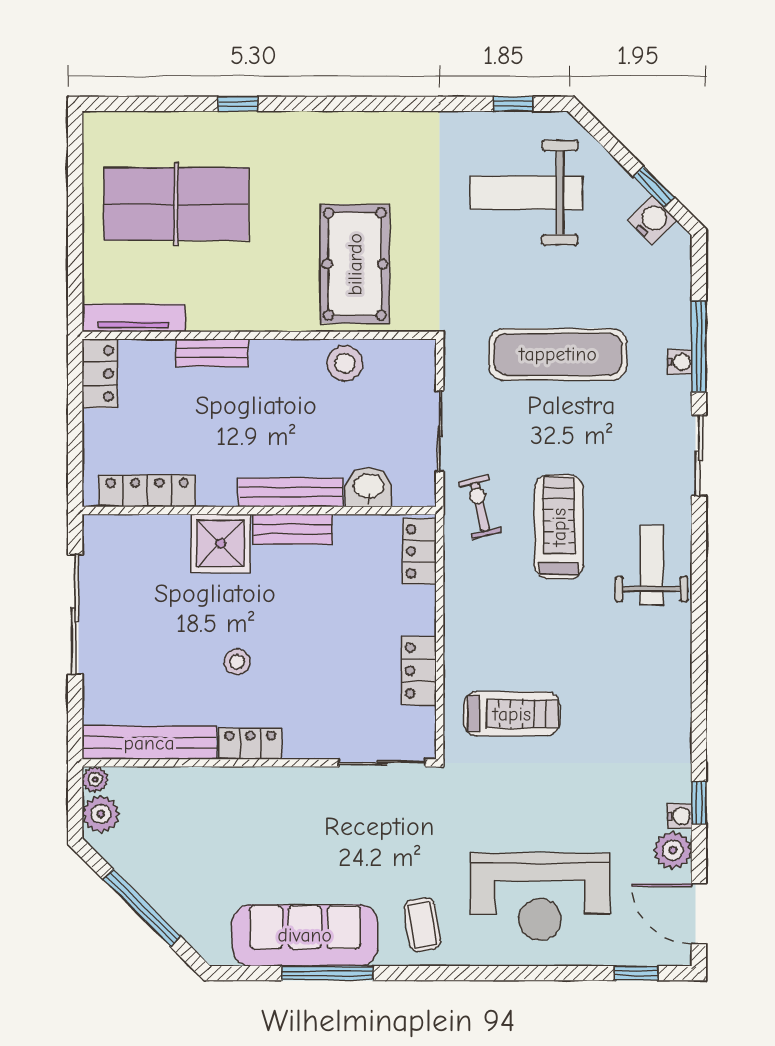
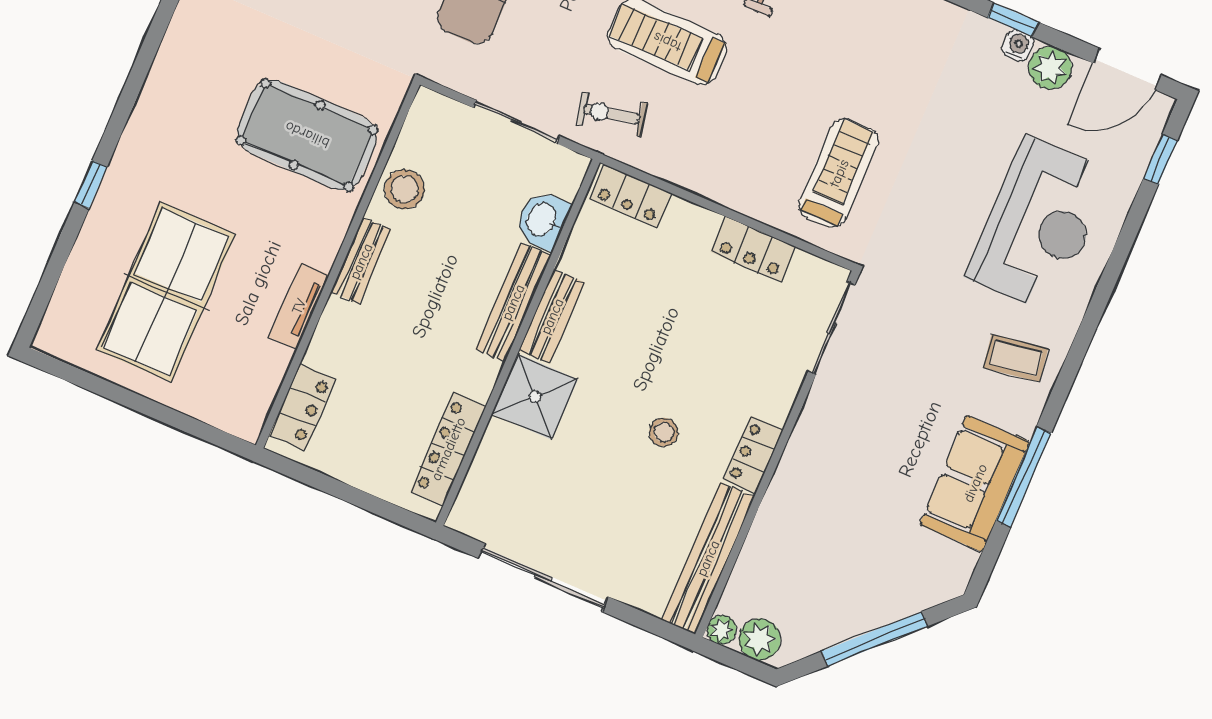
tv unit: (133, 318) -> (299, 306), moved, width x0.71
bench: (212, 353) -> (361, 261), moved
locker: (100, 373) -> (302, 407), moved, turned 90
sofa: (305, 935) -> (975, 483), width x0.73

